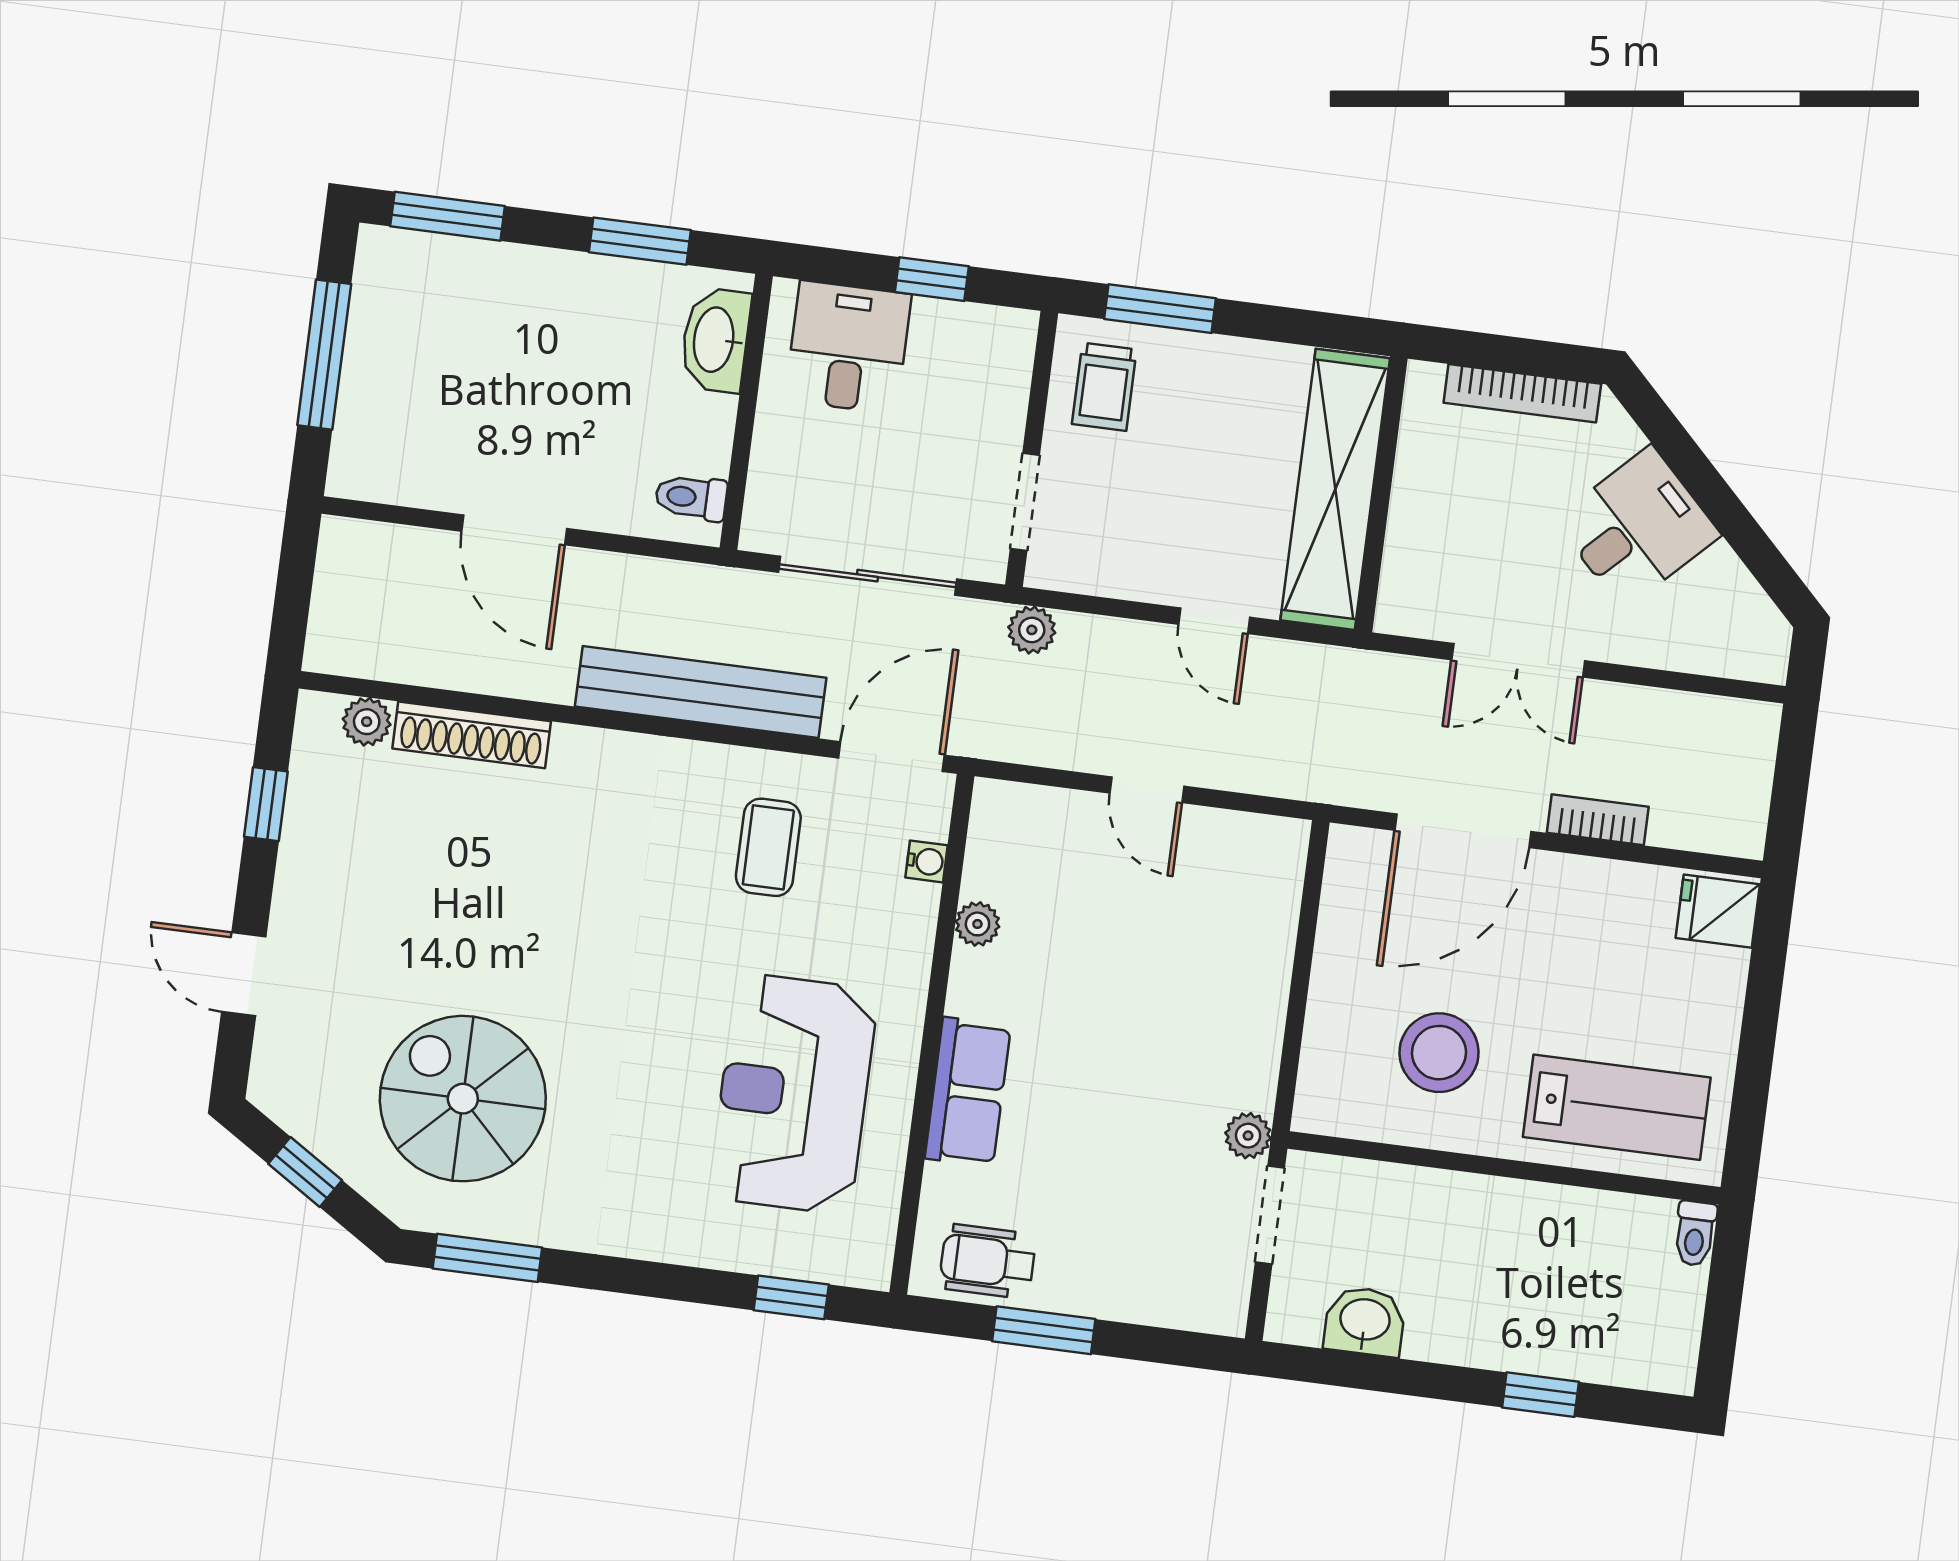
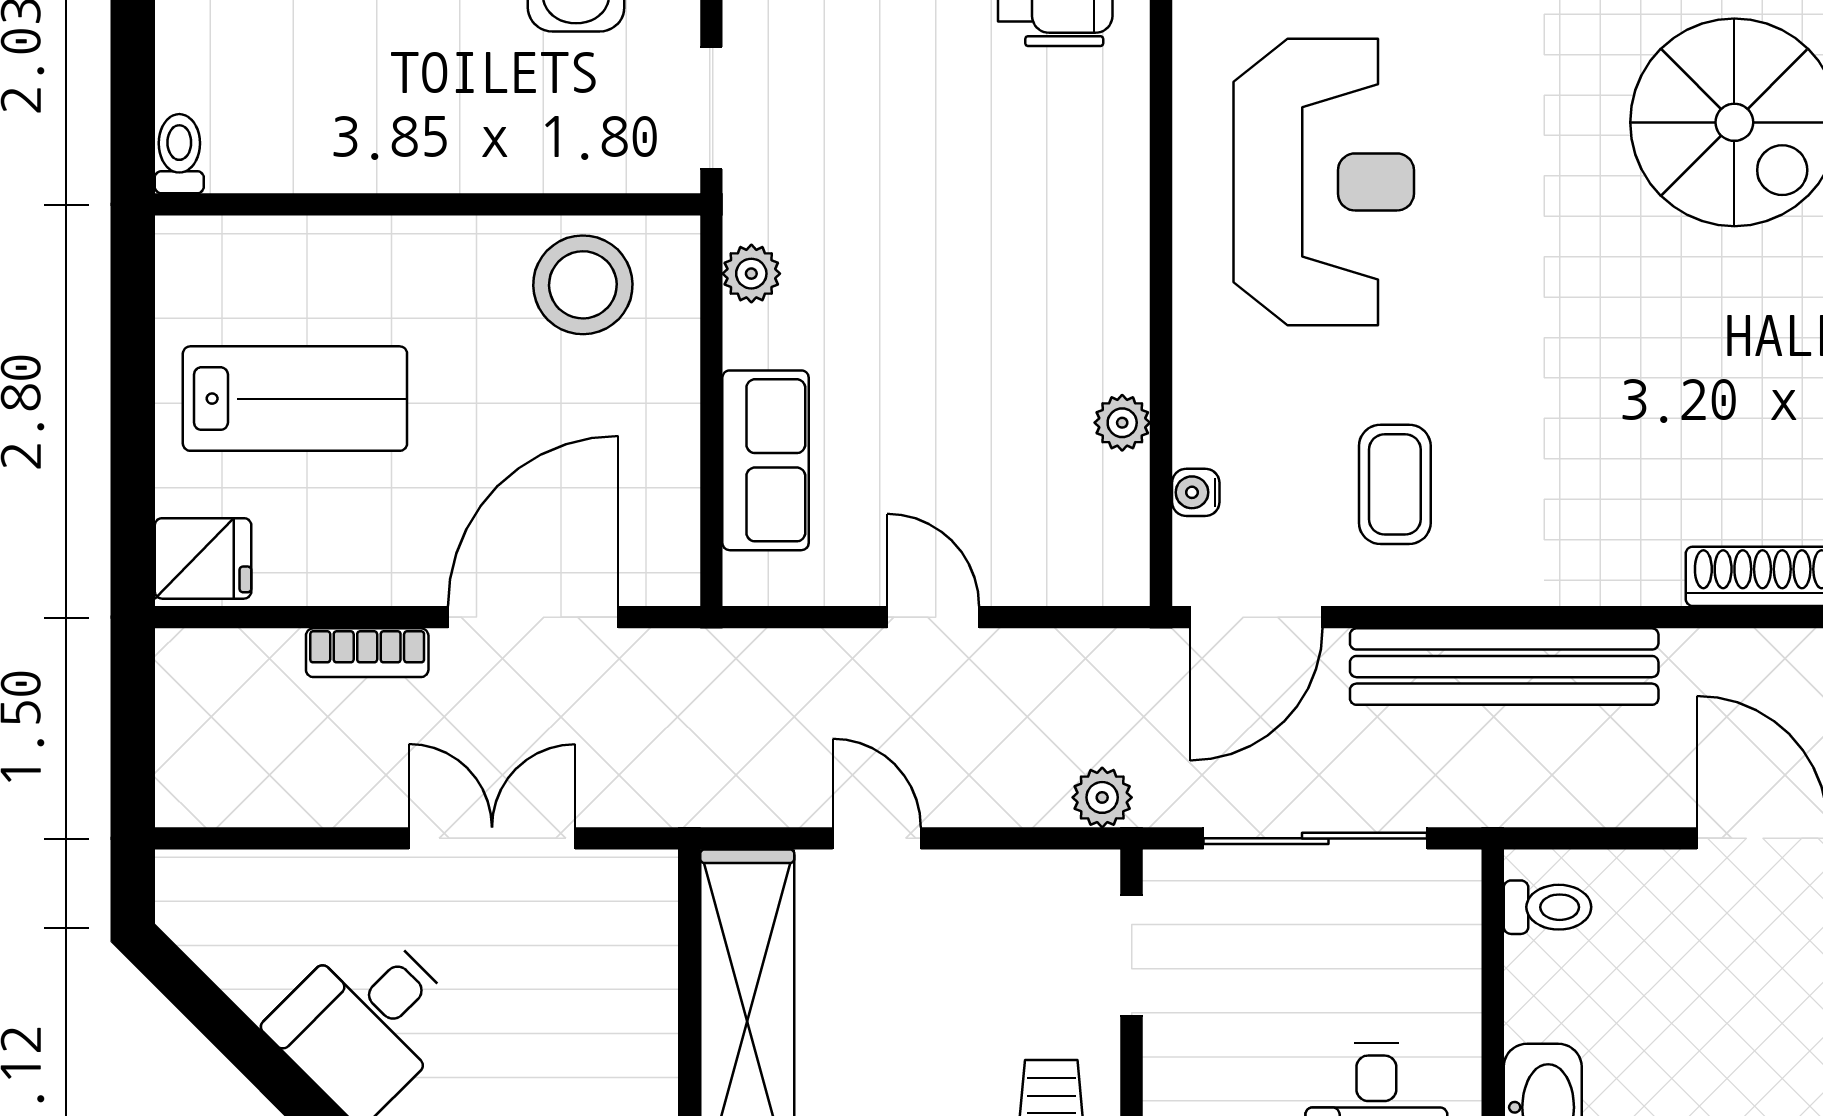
stool: (1439, 1053) -> (583, 285), moved
row of seats: (968, 1092) -> (766, 460), moved, turned 180
lab bench: (1617, 1107) -> (295, 399), moved, turned 180
plant: (1248, 1136) -> (751, 274), moved

